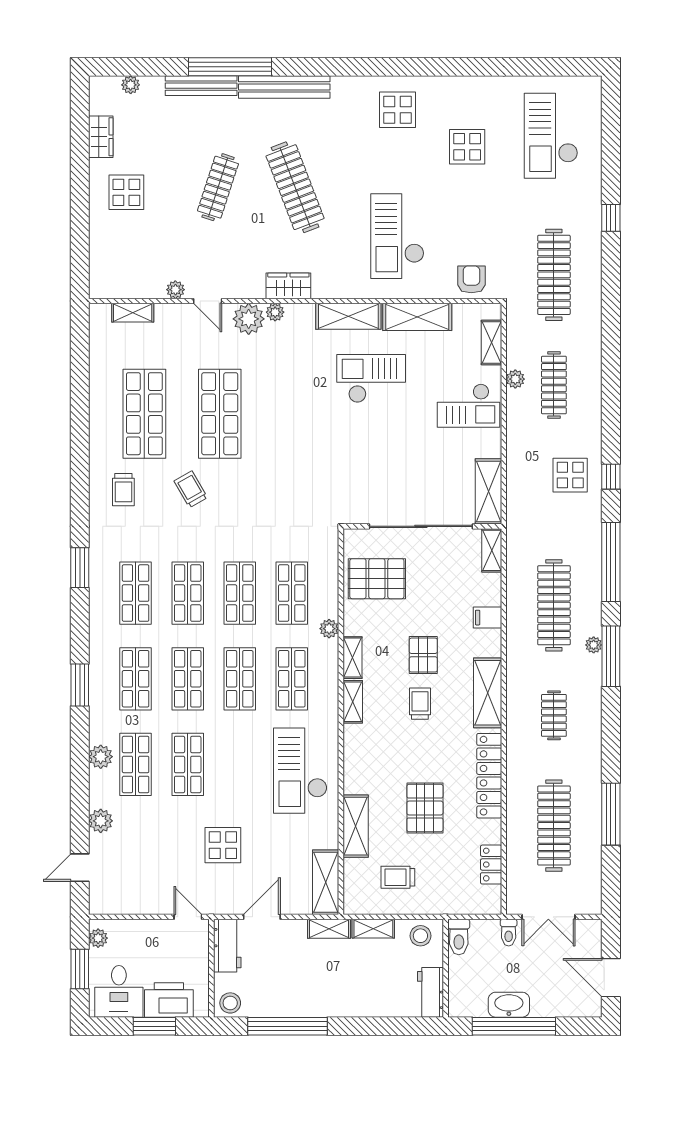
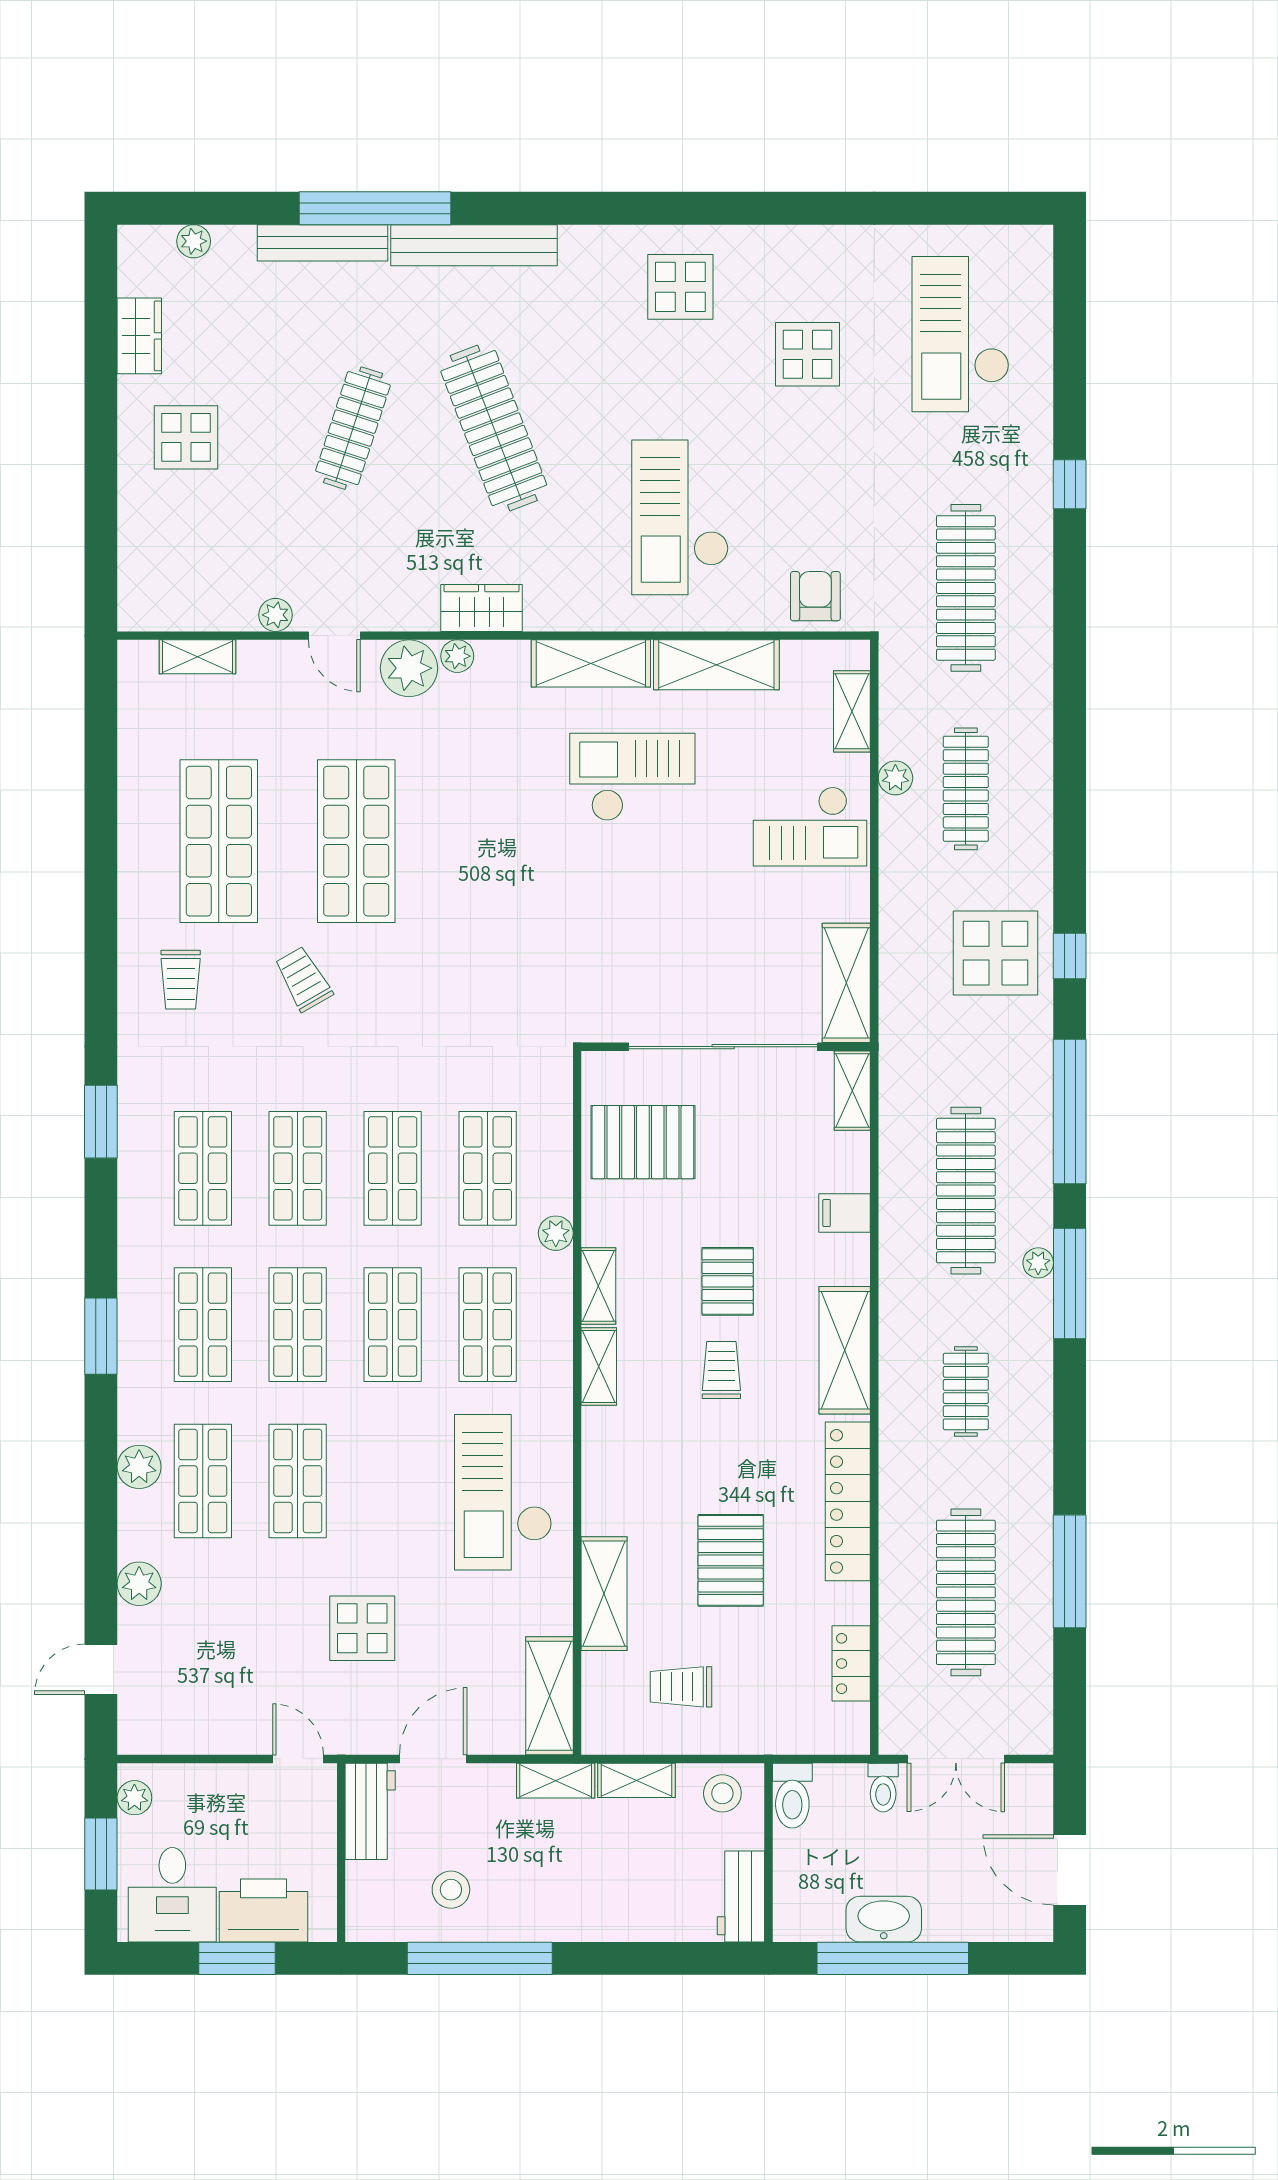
display table: (570, 475) -> (995, 953), width x1.36, depth x1.36
stool: (230, 1003) -> (451, 1890), moved

